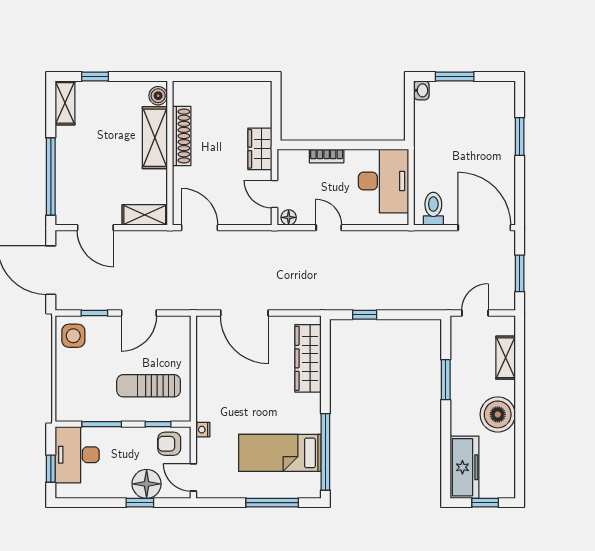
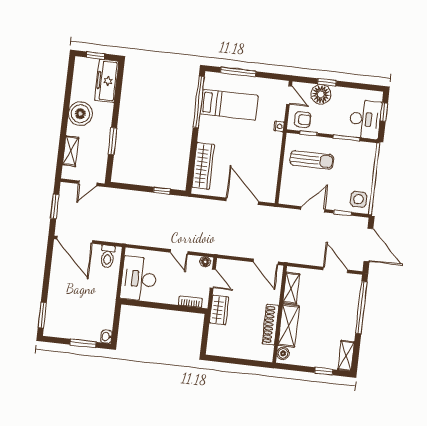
window: (520, 136) -> (42, 315), moved
bookcase: (327, 156) -> (190, 302), moved
shelving: (145, 215) -> (291, 288), moved, turned 90

